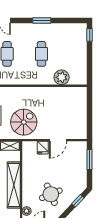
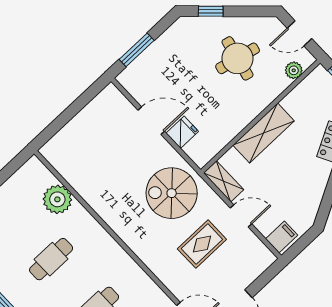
shelving: (14, 185) -> (264, 133), width x0.68
round table: (51, 194) -> (238, 58), turned 36

